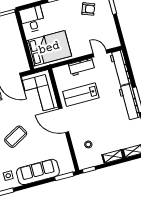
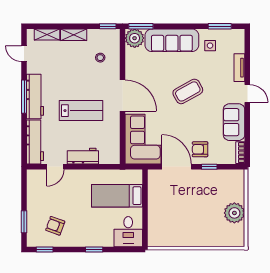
bed: (49, 48) -> (117, 196), width x0.67
door: (100, 53) -> (55, 167), hinge flipped
lab bench: (81, 95) -> (81, 111), moved
plant: (66, 166) -> (135, 38), added

